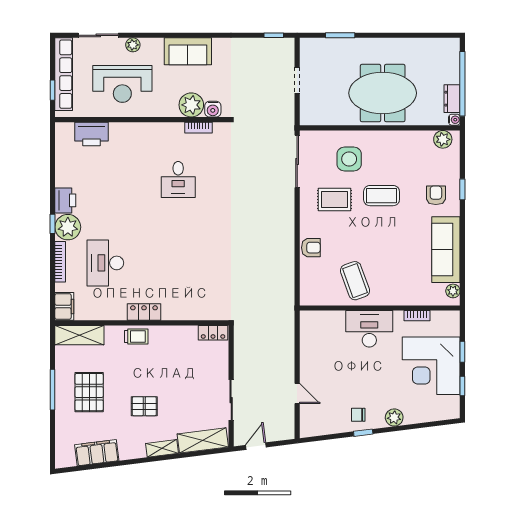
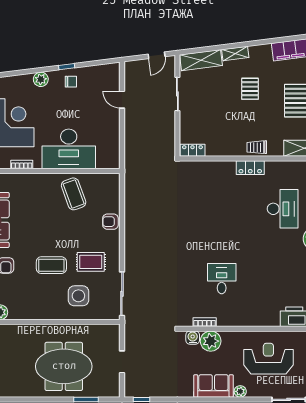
plant: (133, 45) -> (240, 391), moved
meeting table: (383, 93) -> (64, 366), moved
desk: (369, 329) -> (69, 149), width x1.36, depth x1.30
pallet: (144, 406) -> (250, 89), turned 90

